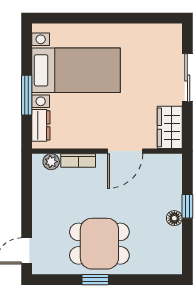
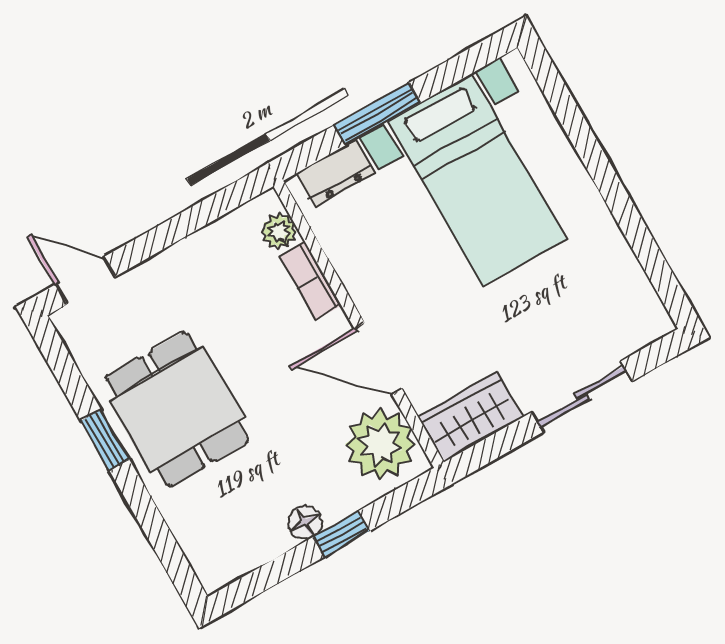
plant: (160, 170) -> (380, 444), added

